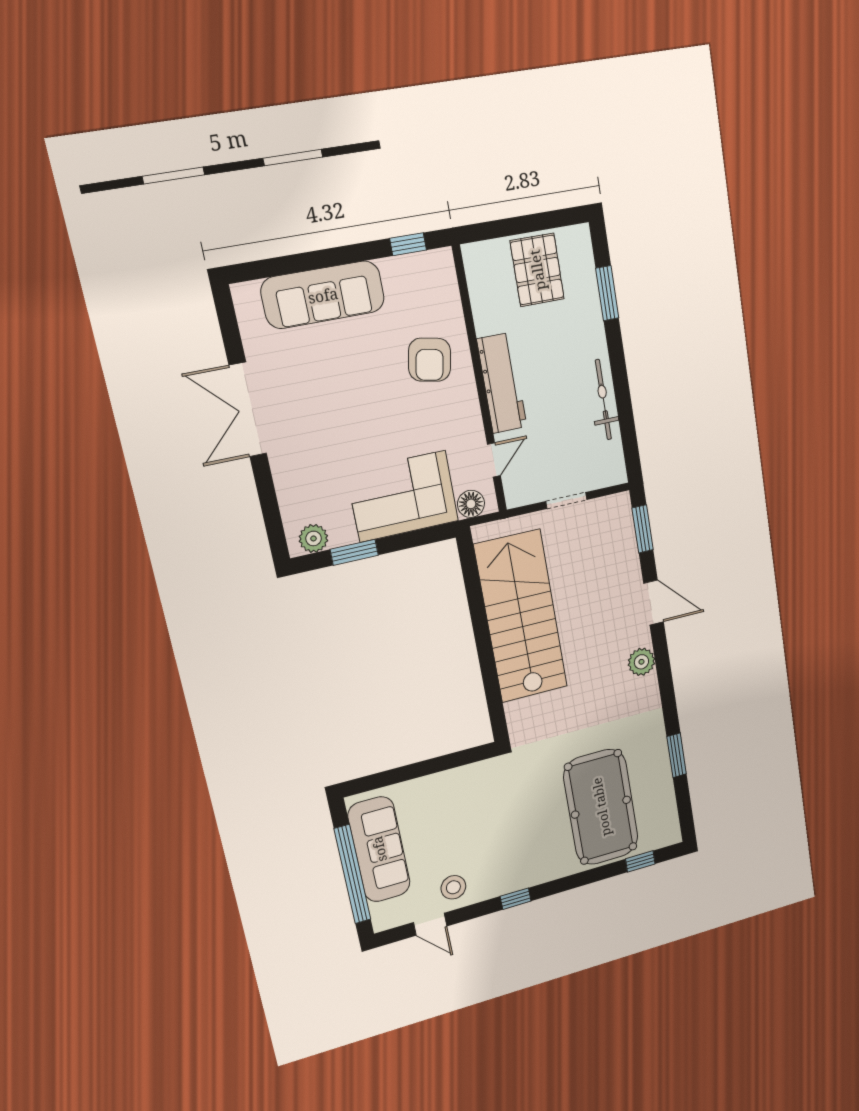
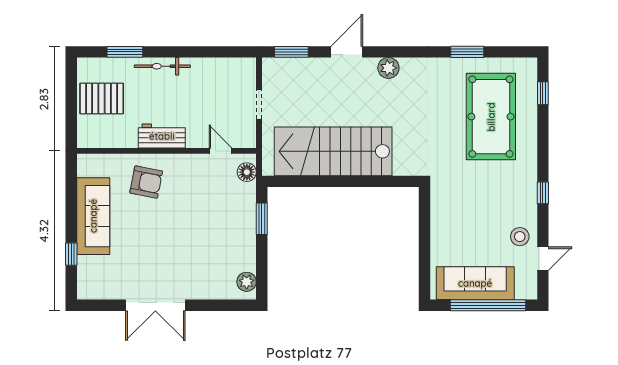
window: (408, 244) -> (71, 254), moved
sofa: (323, 295) -> (93, 216), moved
workbench: (502, 383) -> (162, 136), width x0.73
bicycle: (603, 400) -> (162, 66), moved
corner sofa: (403, 496) -> (232, 217), removed
window: (354, 552) -> (262, 219), moved
pool table: (601, 807) -> (491, 117), turned 90

